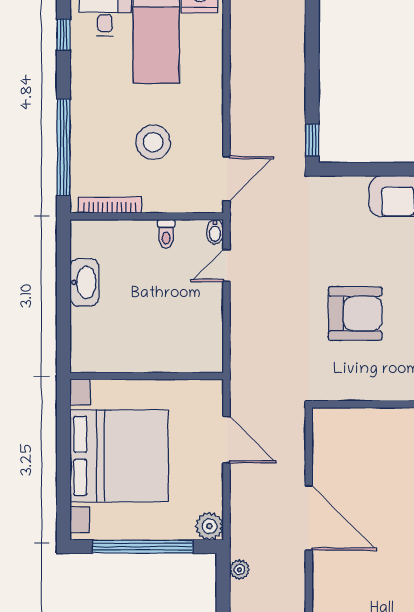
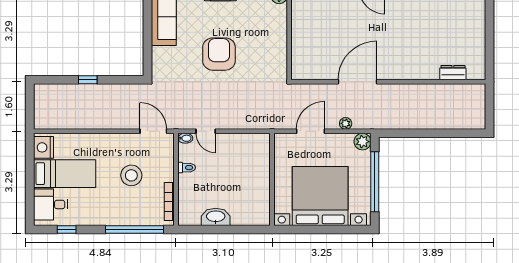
window: (312, 140) -> (88, 80), moved
armchair: (355, 314) -> (219, 54), moved
plant: (239, 570) -> (346, 123), moved

